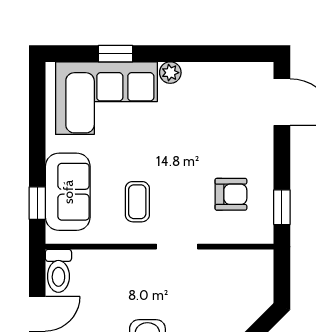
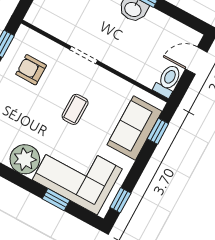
plant: (170, 73) -> (25, 159), width x1.88, depth x1.88
window: (37, 95) -> (120, 200), added
coffee table: (137, 202) -> (75, 109), moved

